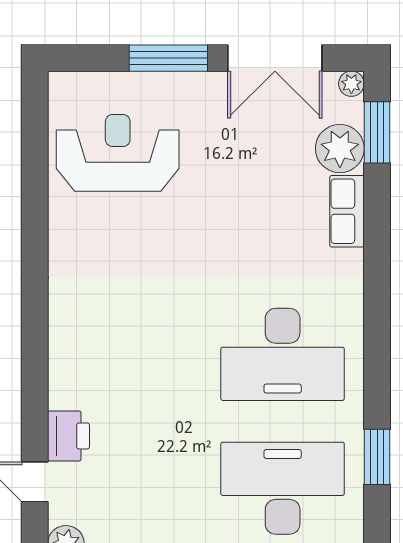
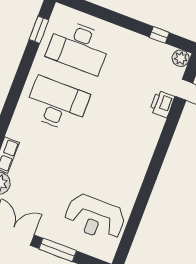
window: (377, 457) -> (39, 30), moved

